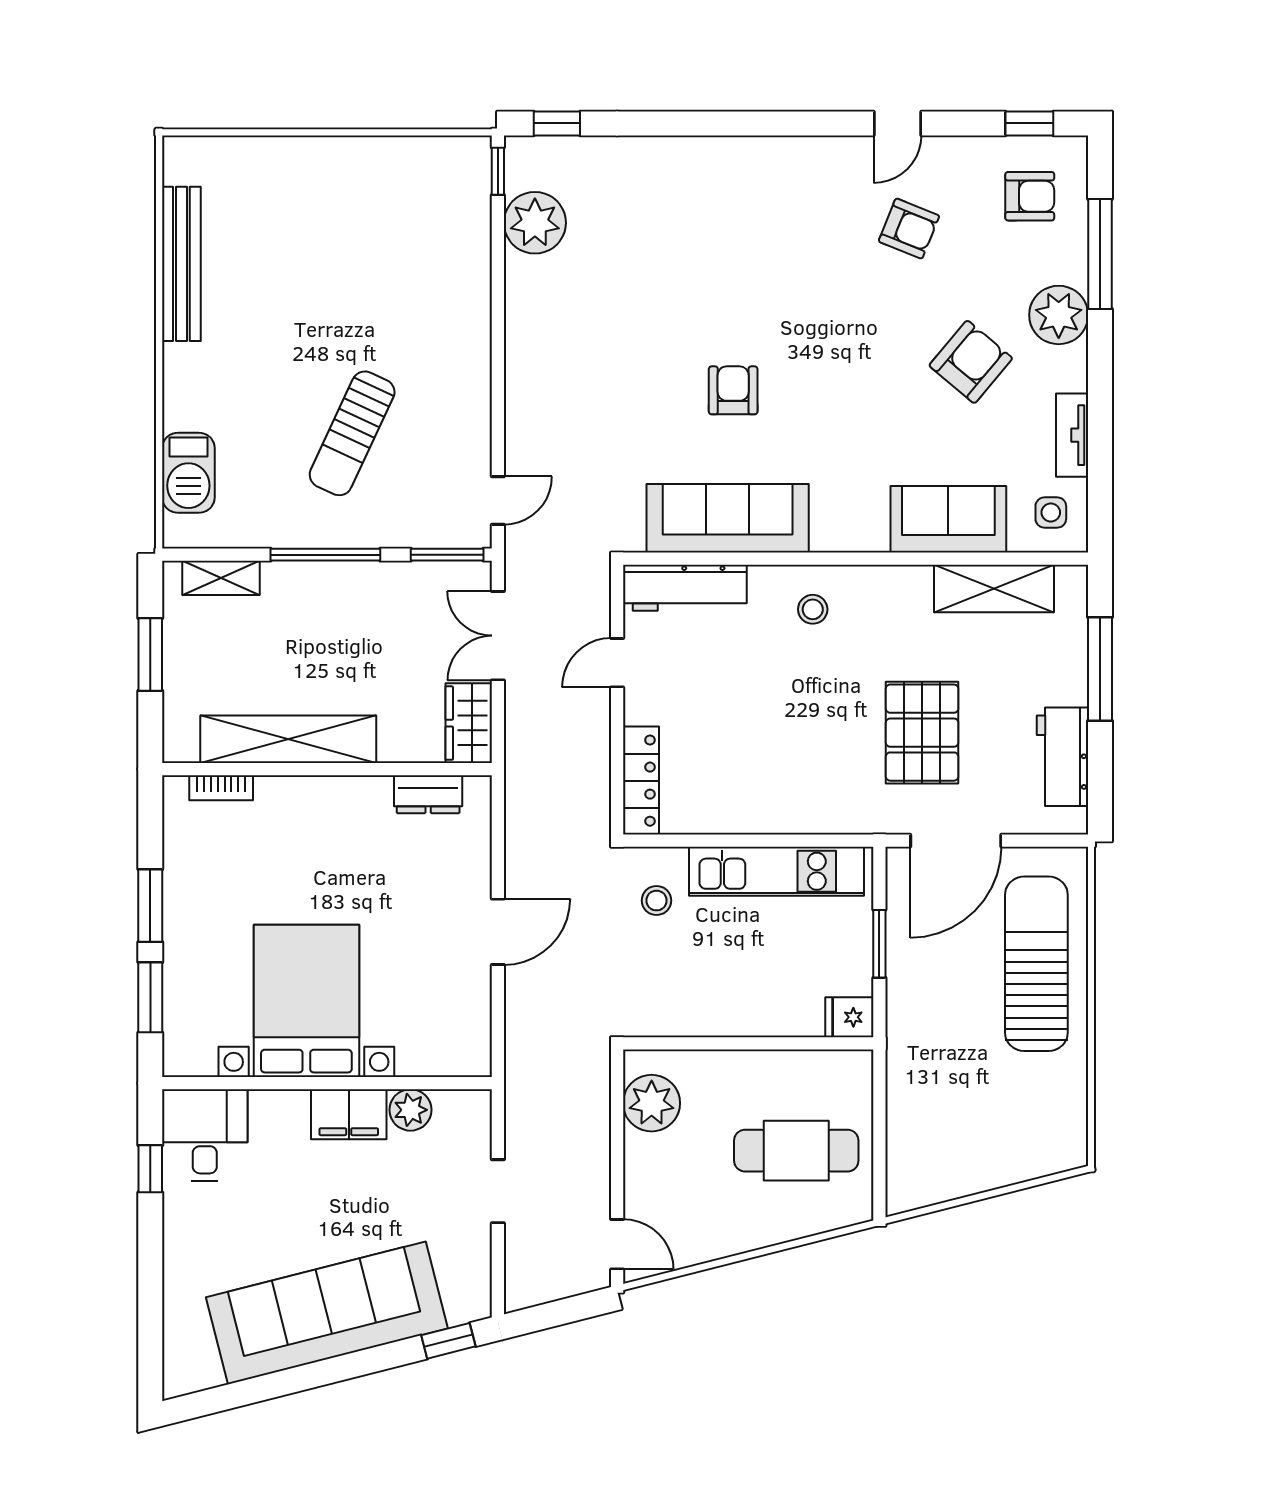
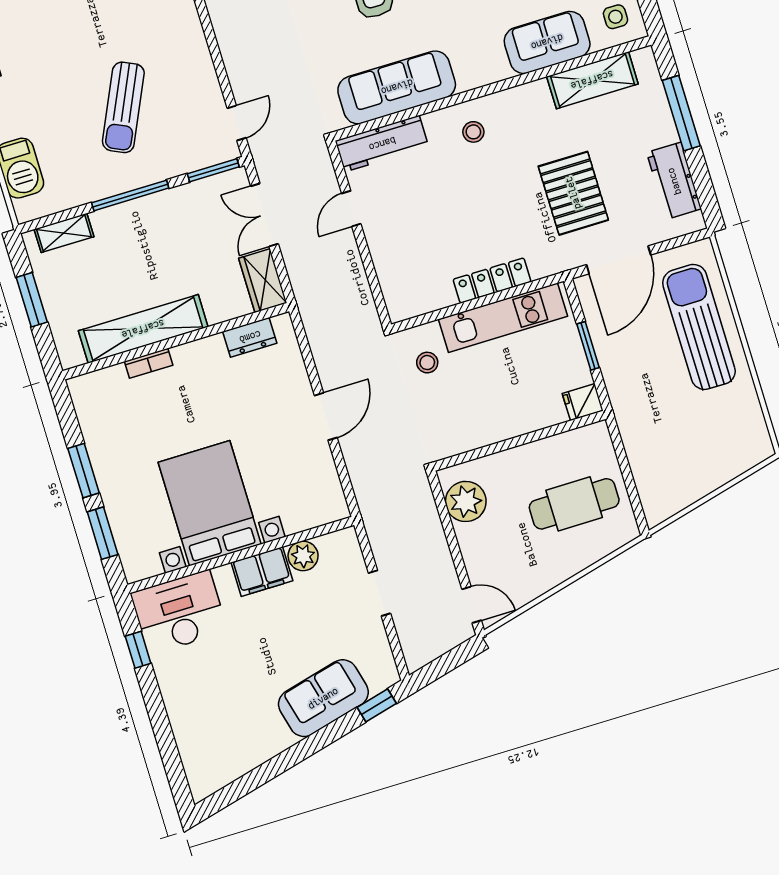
locker: (641, 781) -> (492, 281), moved, turned -90
bookcase: (221, 788) -> (149, 363), moved
desk: (205, 1135) -> (179, 612), width x1.37
sofa: (327, 1313) -> (323, 698), width x0.54, depth x0.79

